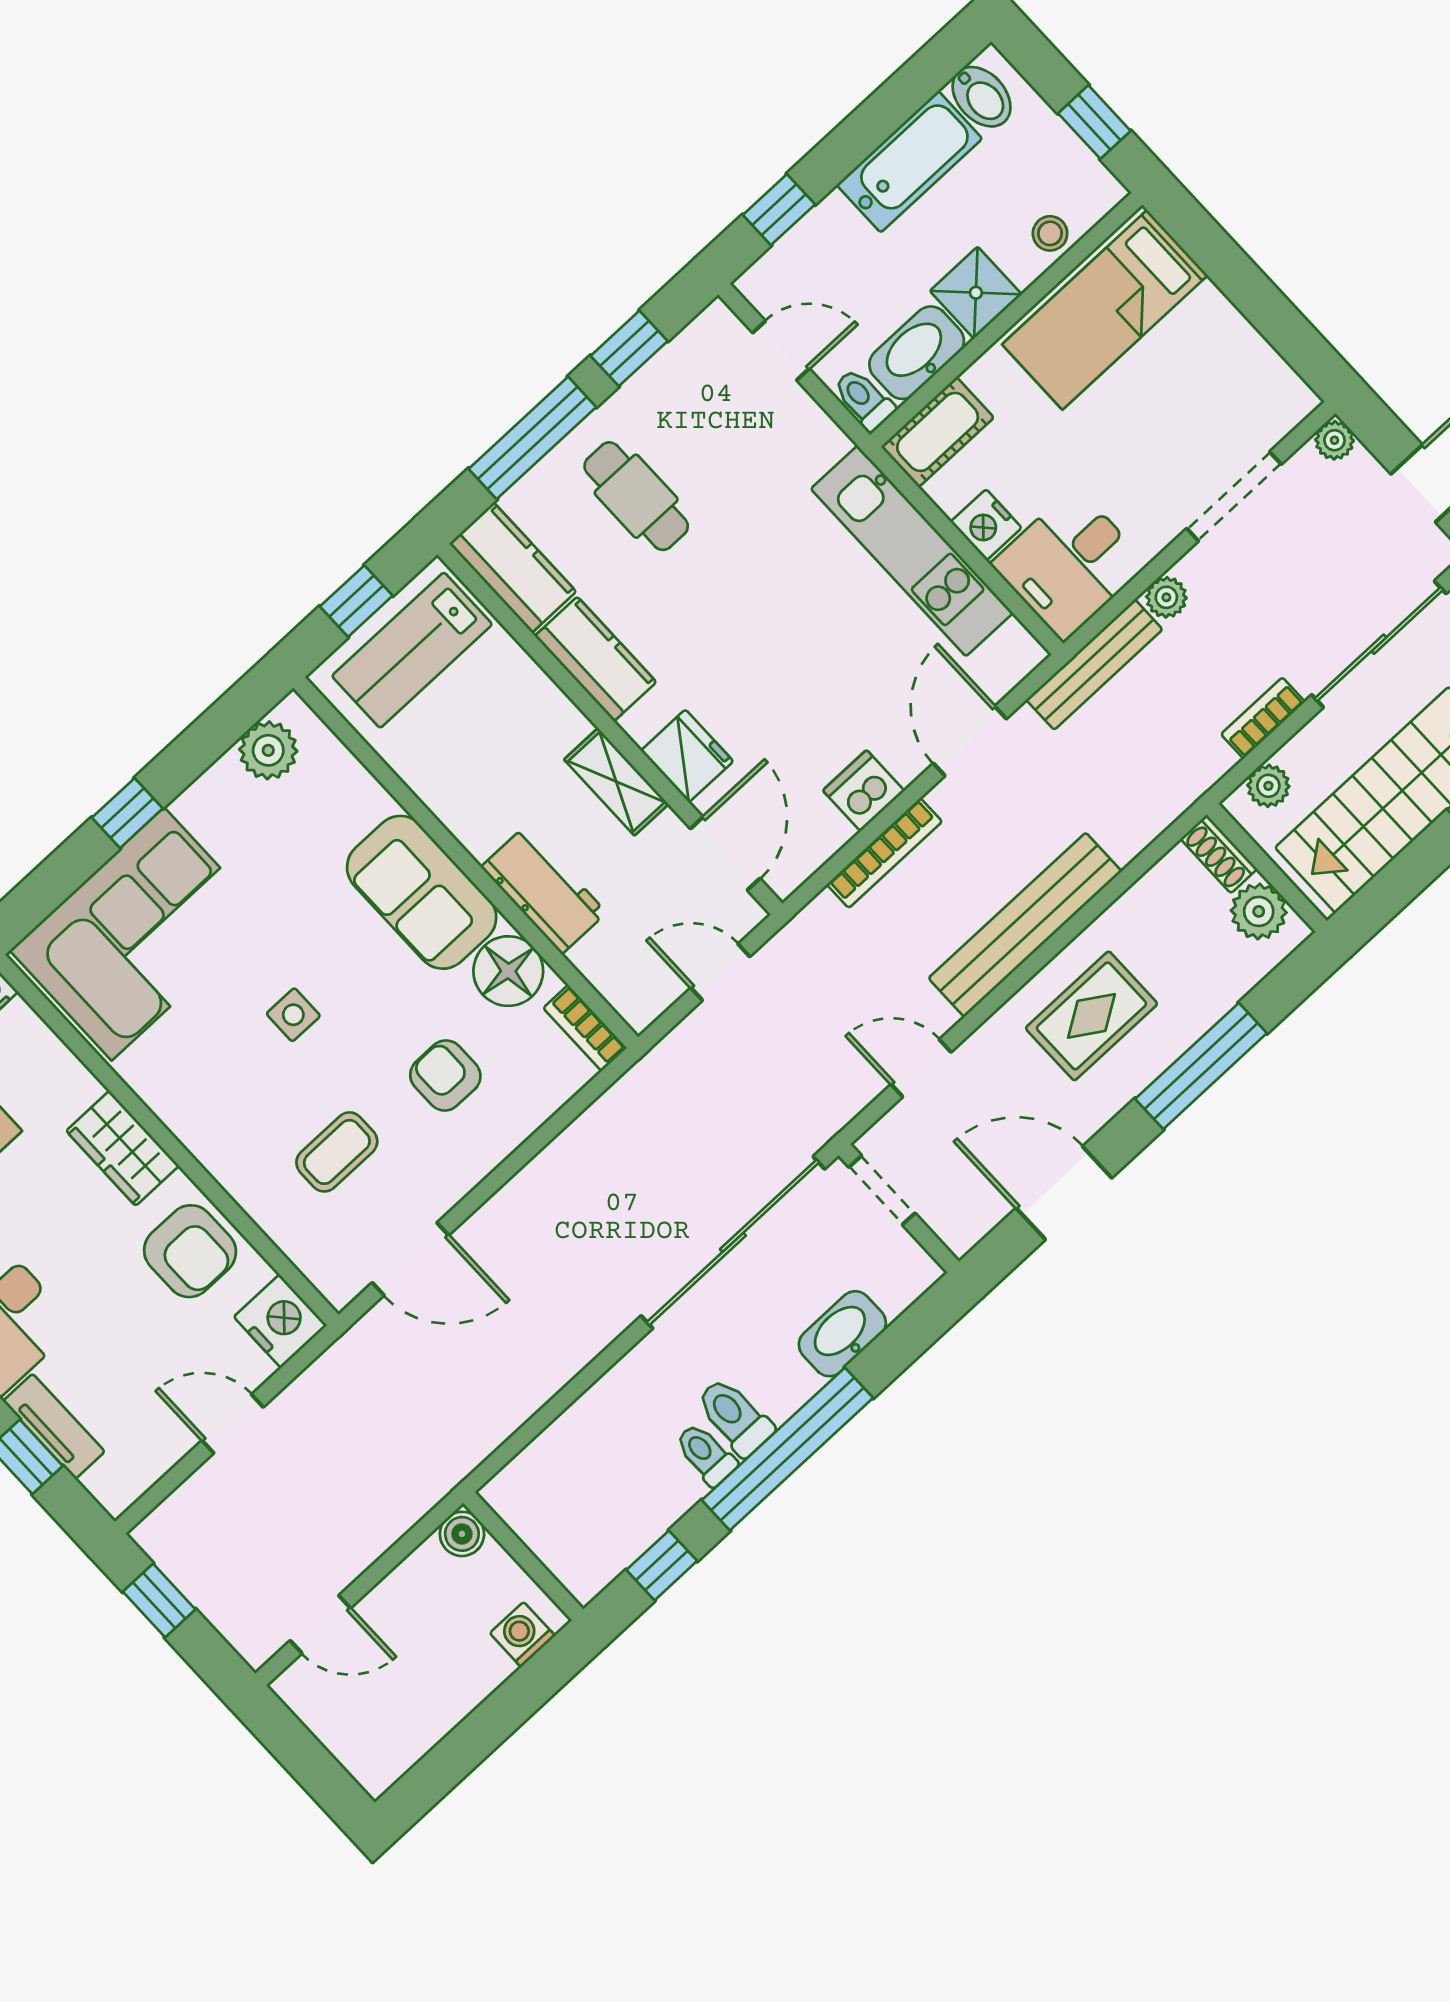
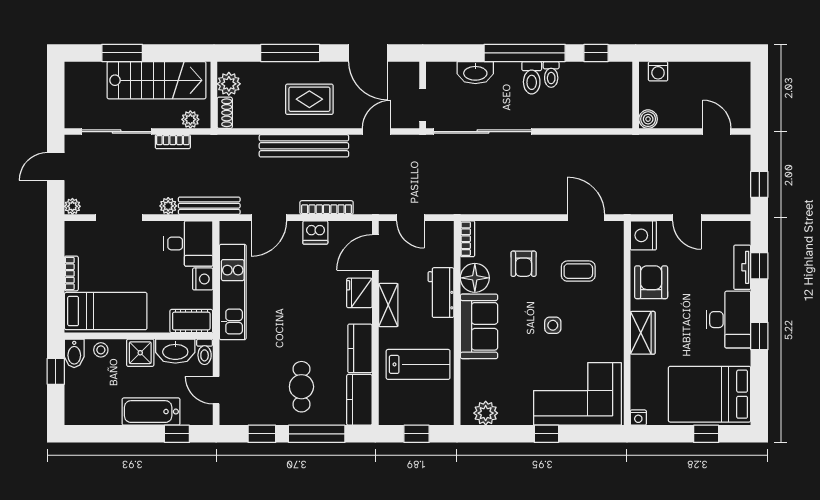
bidet: (982, 97) -> (74, 353), moved, turned 180
bathtub: (909, 162) -> (151, 412), moved
bookcase: (1227, 320) -> (71, 273), added
lab bench: (412, 650) -> (418, 364), moved
door: (921, 1068) -> (376, 132), swing flipped

